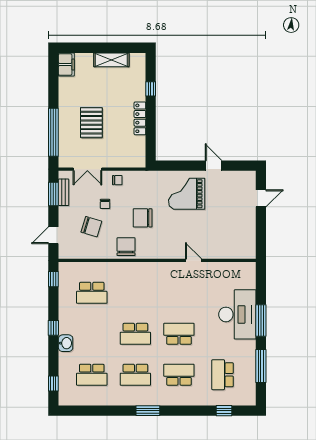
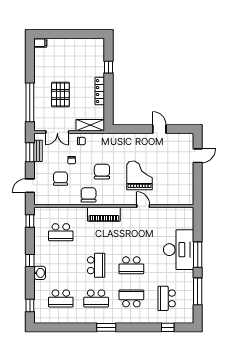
shelving: (111, 60) -> (90, 125), moved
filing cabinet: (66, 65) -> (40, 43), width x0.50
grand piano: (187, 194) -> (139, 175), moved, turned 90
chair: (143, 218) -> (102, 172), turned 90
chair: (91, 227) -> (60, 179), turned -107
piano: (145, 271) -> (104, 214), added
school desk: (135, 334) -> (96, 265), turned -90
school desk: (179, 334) -> (131, 265), turned 180

